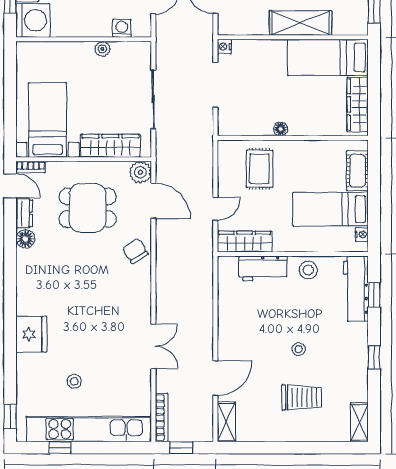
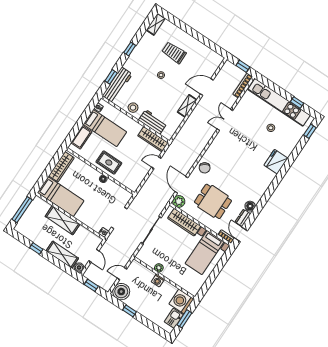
washing machine: (122, 28) -> (158, 281), moved
rug: (260, 169) -> (109, 163), moved, turned 90
shelving: (226, 422) -> (187, 106), moved

